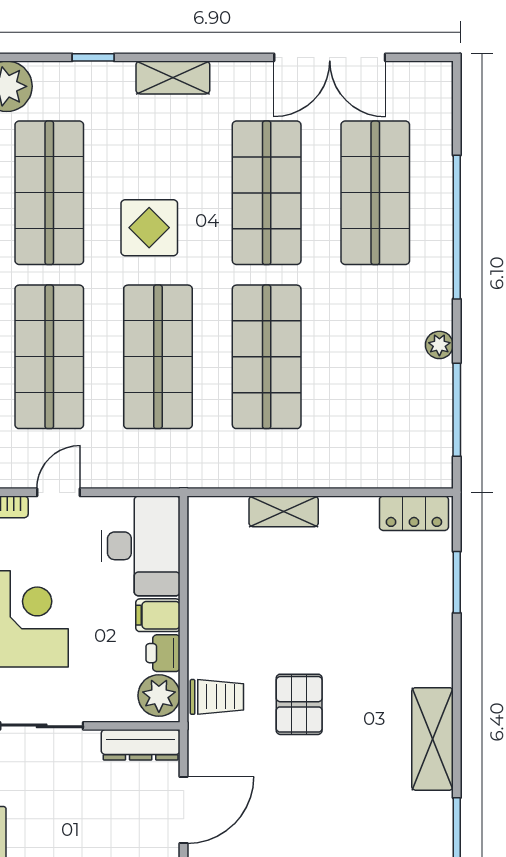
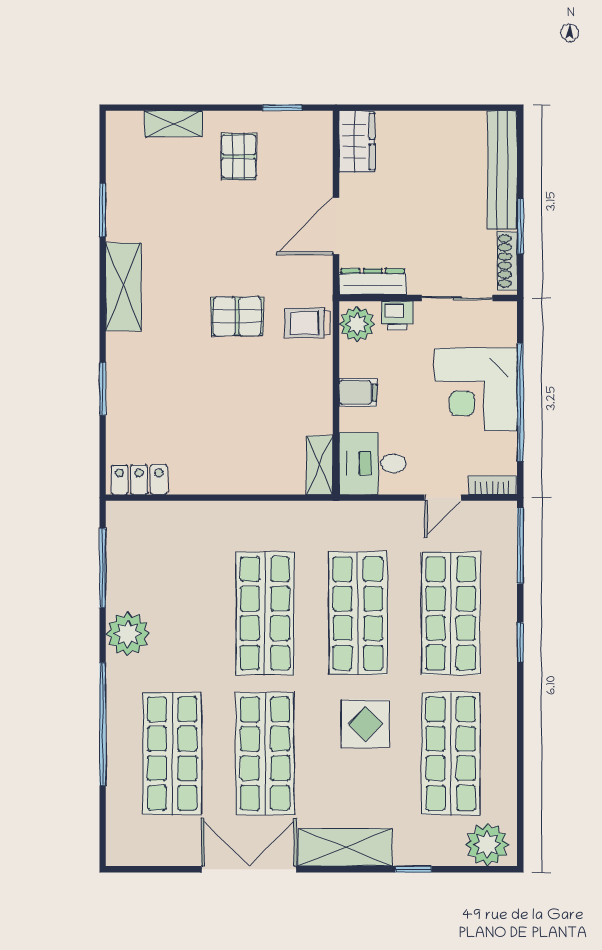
double door: (330, 57) -> (249, 869), moved
shelving: (173, 77) -> (345, 847), width x1.50, depth x1.33
plant: (439, 345) -> (128, 634), width x1.88, depth x1.88
shelving: (284, 511) -> (320, 465), moved, turned 90
desk: (141, 546) -> (373, 463), width x0.73
window: (457, 582) -> (103, 389), moved
printer: (163, 653) -> (397, 315), moved, turned 90
pallet: (299, 704) -> (237, 316), turned 90

